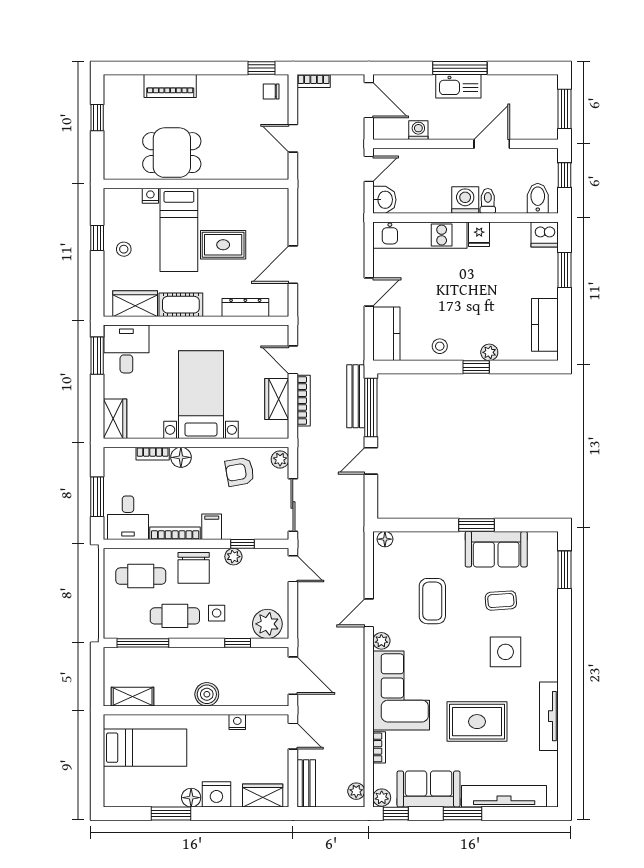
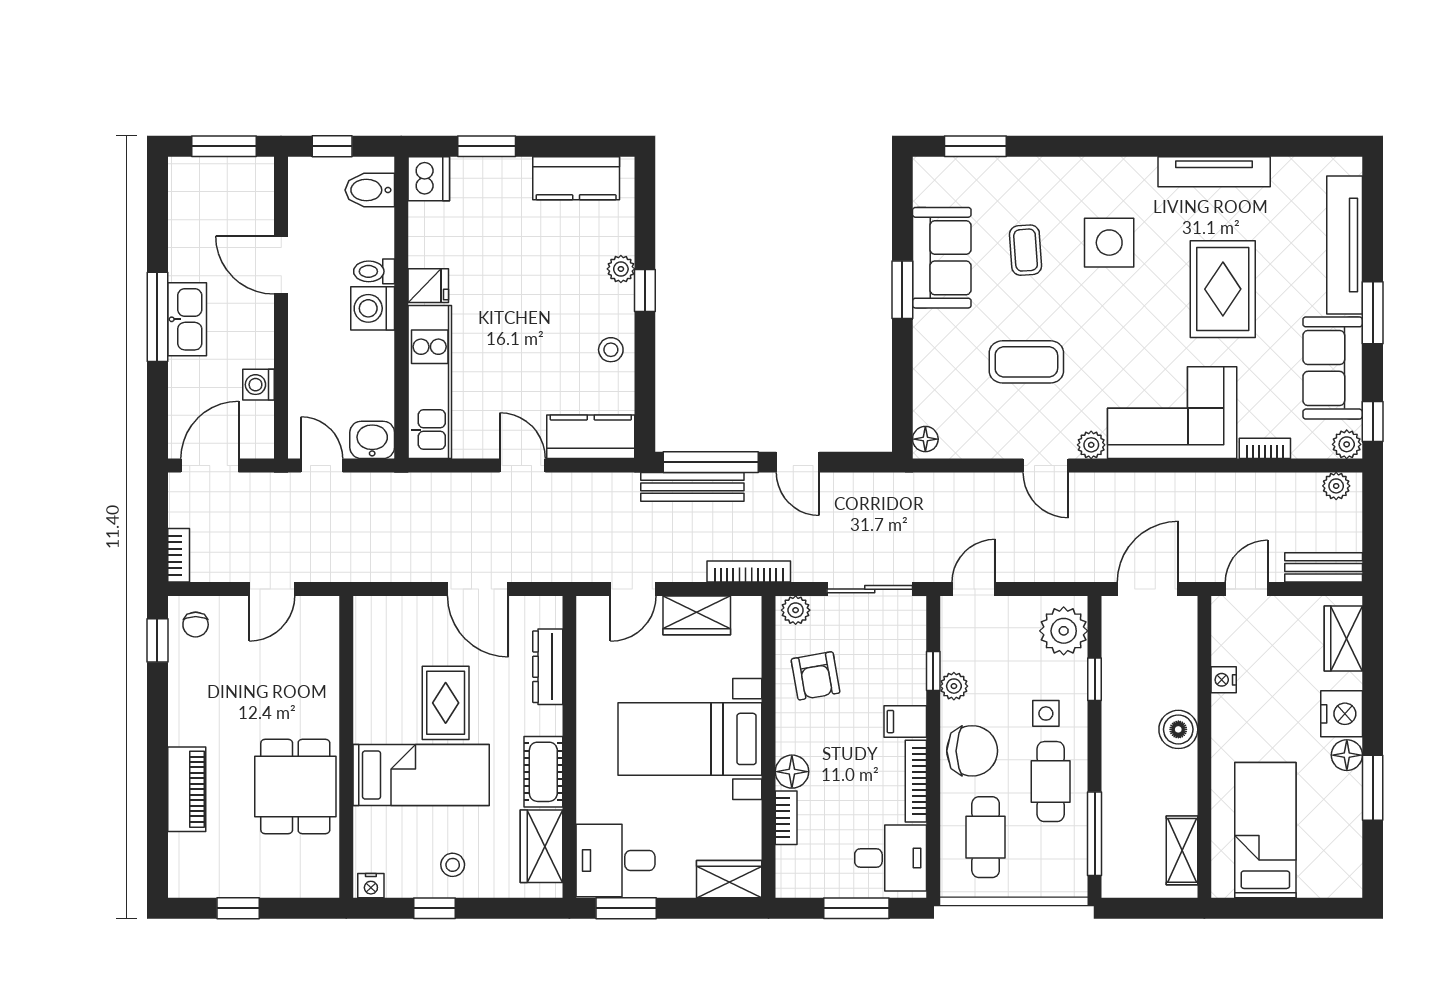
nightstand: (150, 196) -> (371, 886), moved, turned -90
bookcase: (304, 401) -> (749, 572), moved

